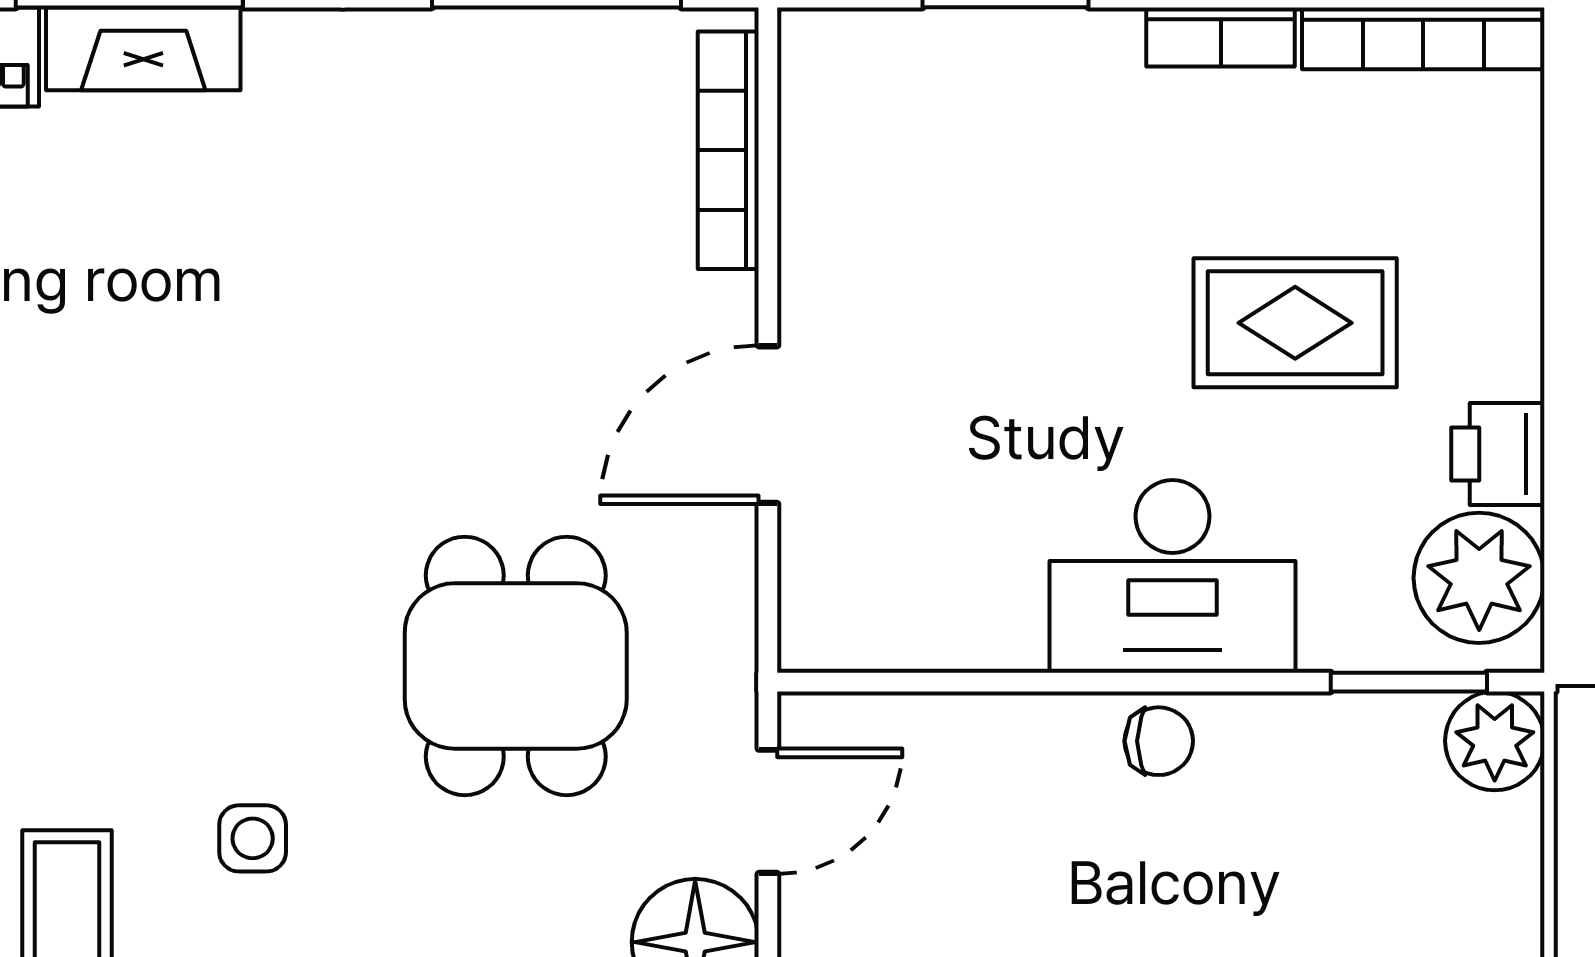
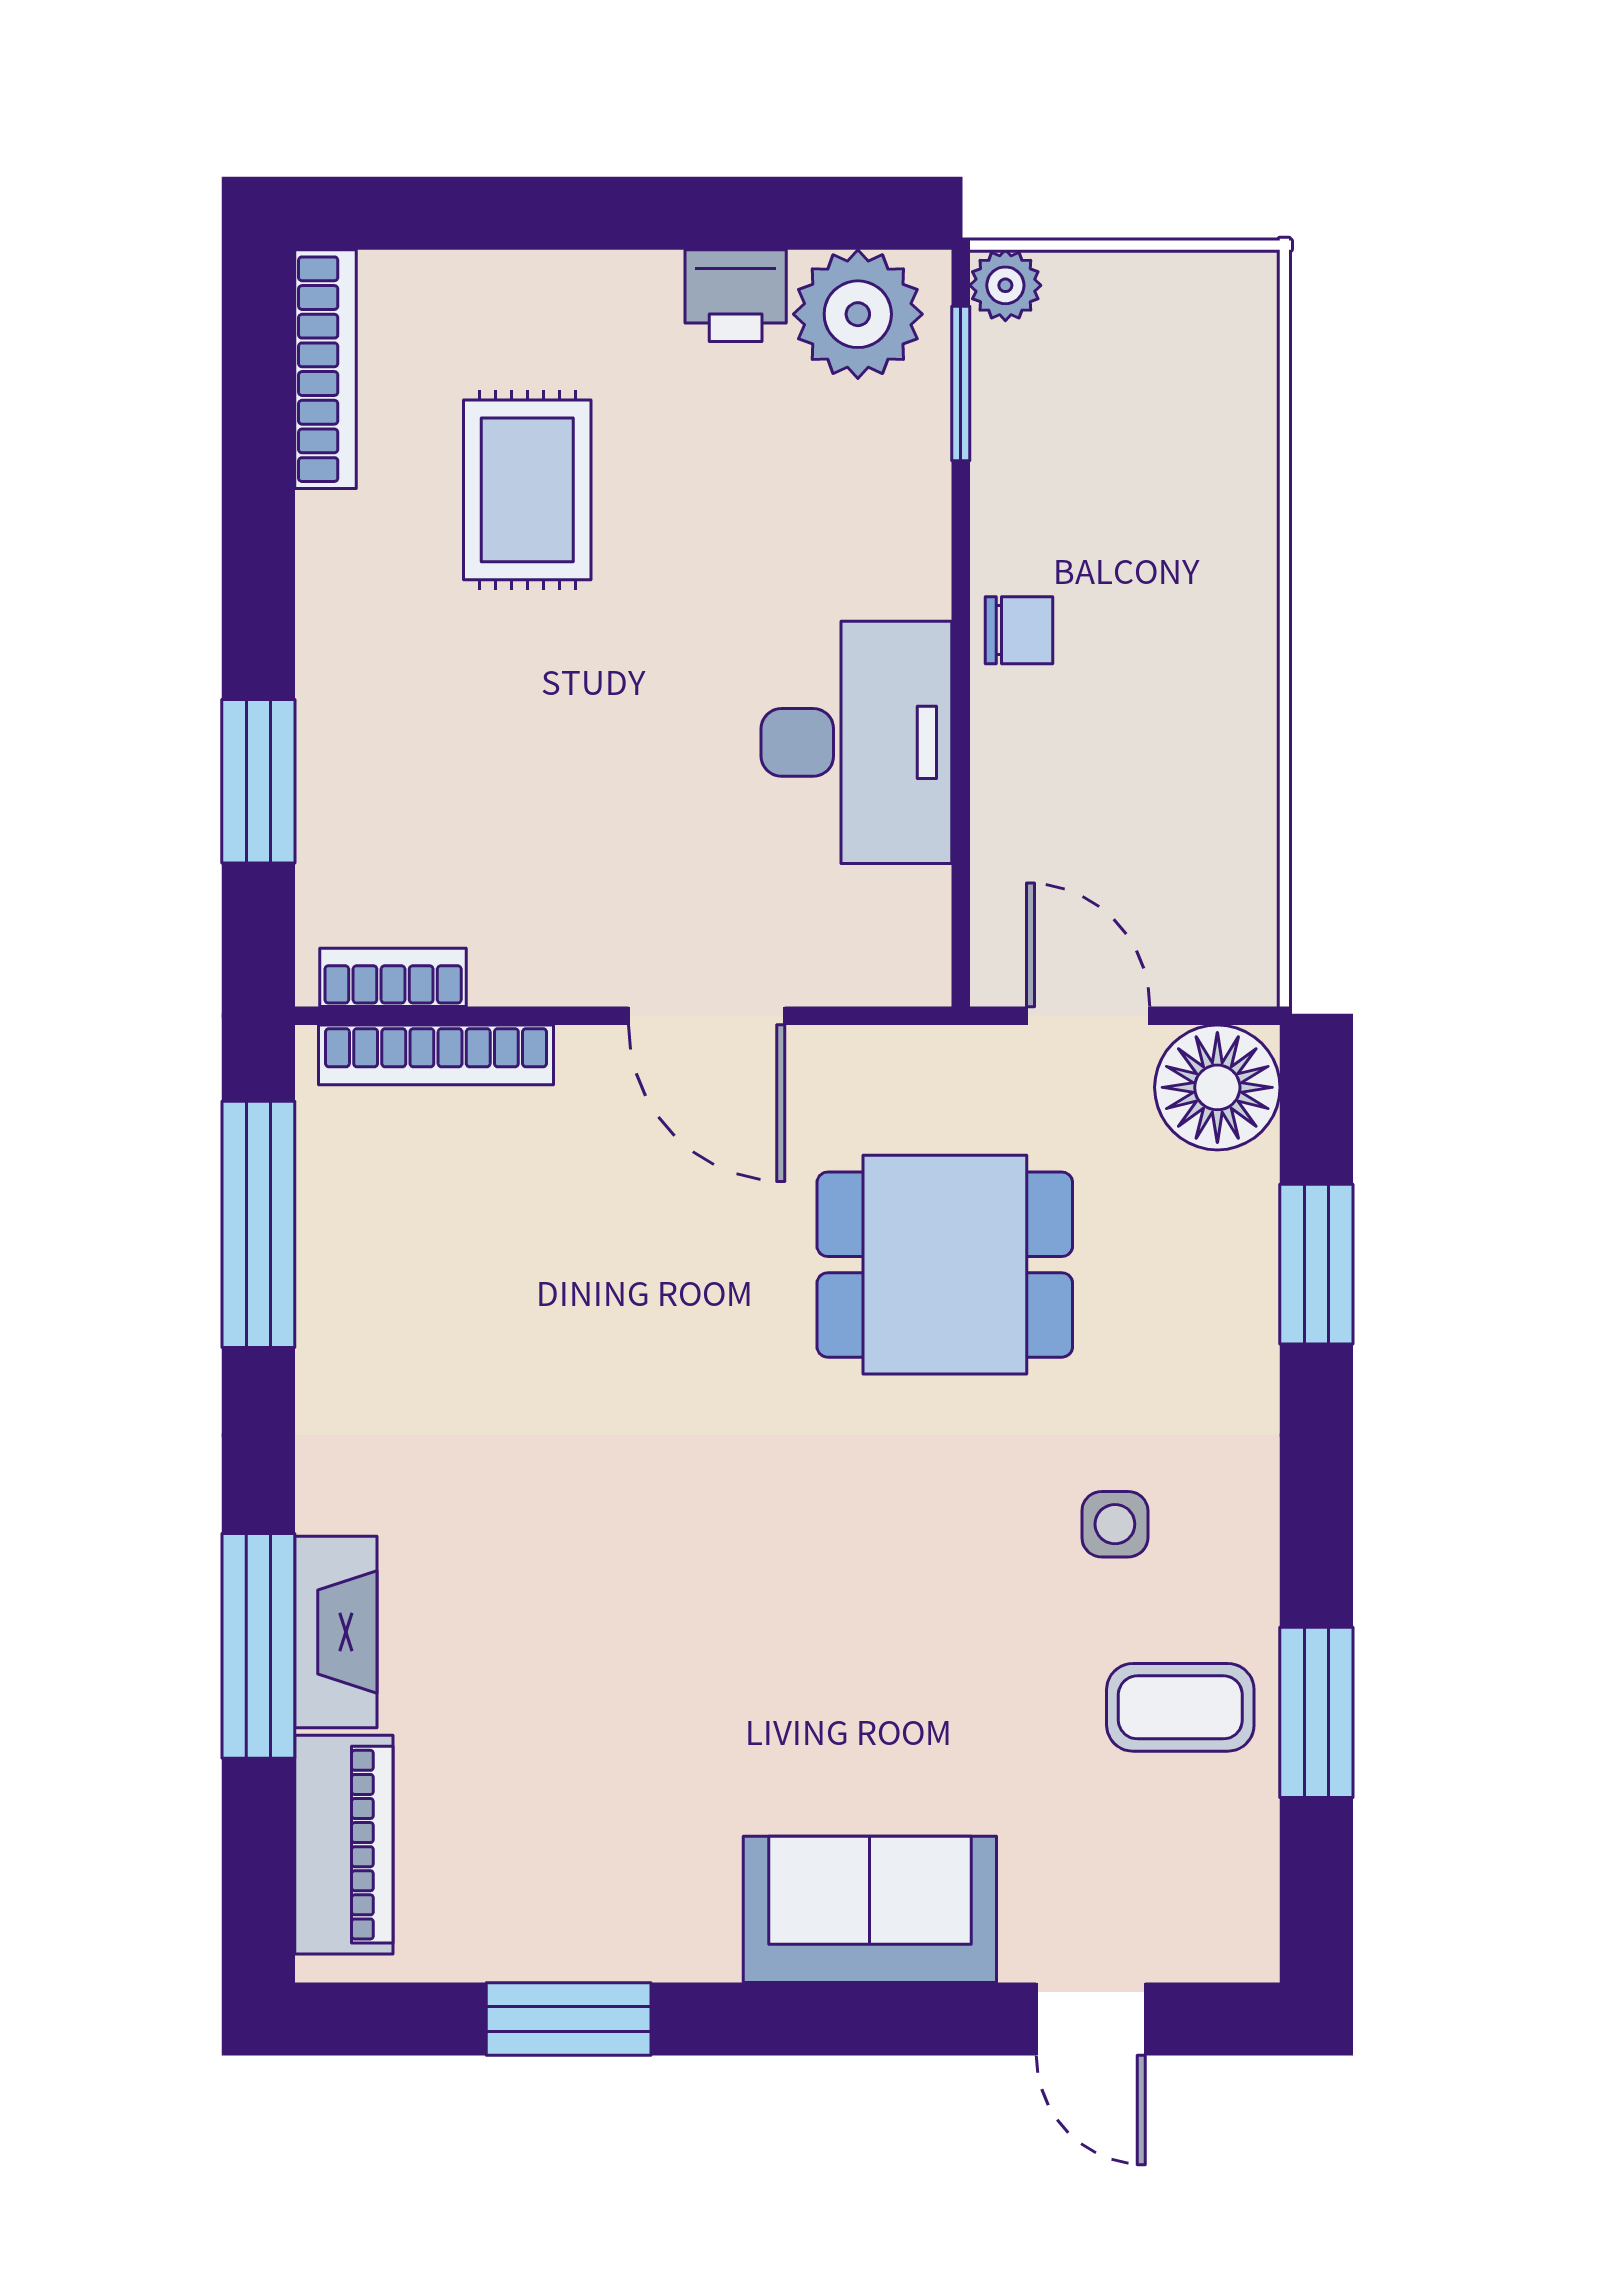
bookcase: (1221, 37) -> (393, 977), moved, turned -90
rug: (1295, 323) -> (527, 490), moved
desk: (1173, 576) -> (856, 742), moved
chair: (1159, 741) -> (1019, 630), turned 90
plant: (1495, 741) -> (1005, 285), width x0.73, depth x0.73

